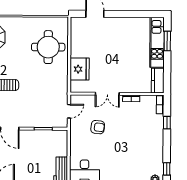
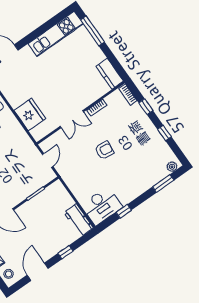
window: (167, 41) -> (93, 31), width x1.44
kitchen unit: (157, 42) -> (56, 34), moved, turned -90
armchair: (98, 127) -> (104, 150), moved
window: (167, 169) -> (164, 133), moved

